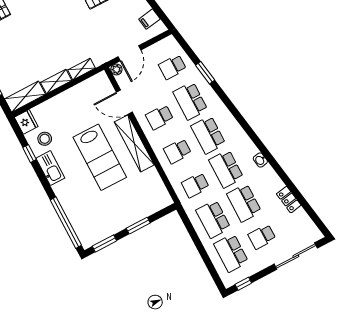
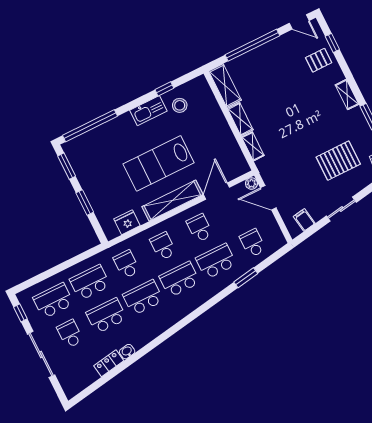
fridge: (26, 122) -> (127, 222), moved, turned 180
washbasin: (260, 160) -> (127, 352), moved
sliding door: (296, 256) -> (41, 354), moved

